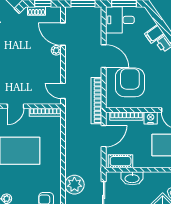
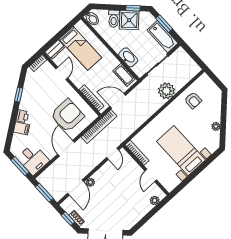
armchair: (130, 82) -> (67, 116), turned 180
door: (16, 106) -> (151, 175), swing flipped
nightstand: (151, 118) -> (78, 81), removed

